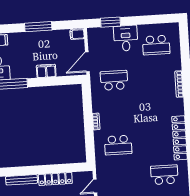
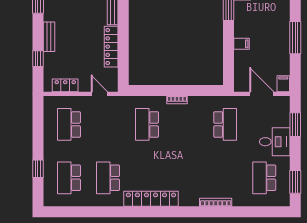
window: (158, 19) -> (295, 182), added
door: (87, 62) -> (262, 94), moved
filing cabinet: (46, 71) -> (241, 44), width x0.50
school desk: (164, 175) -> (108, 178), turned 180

